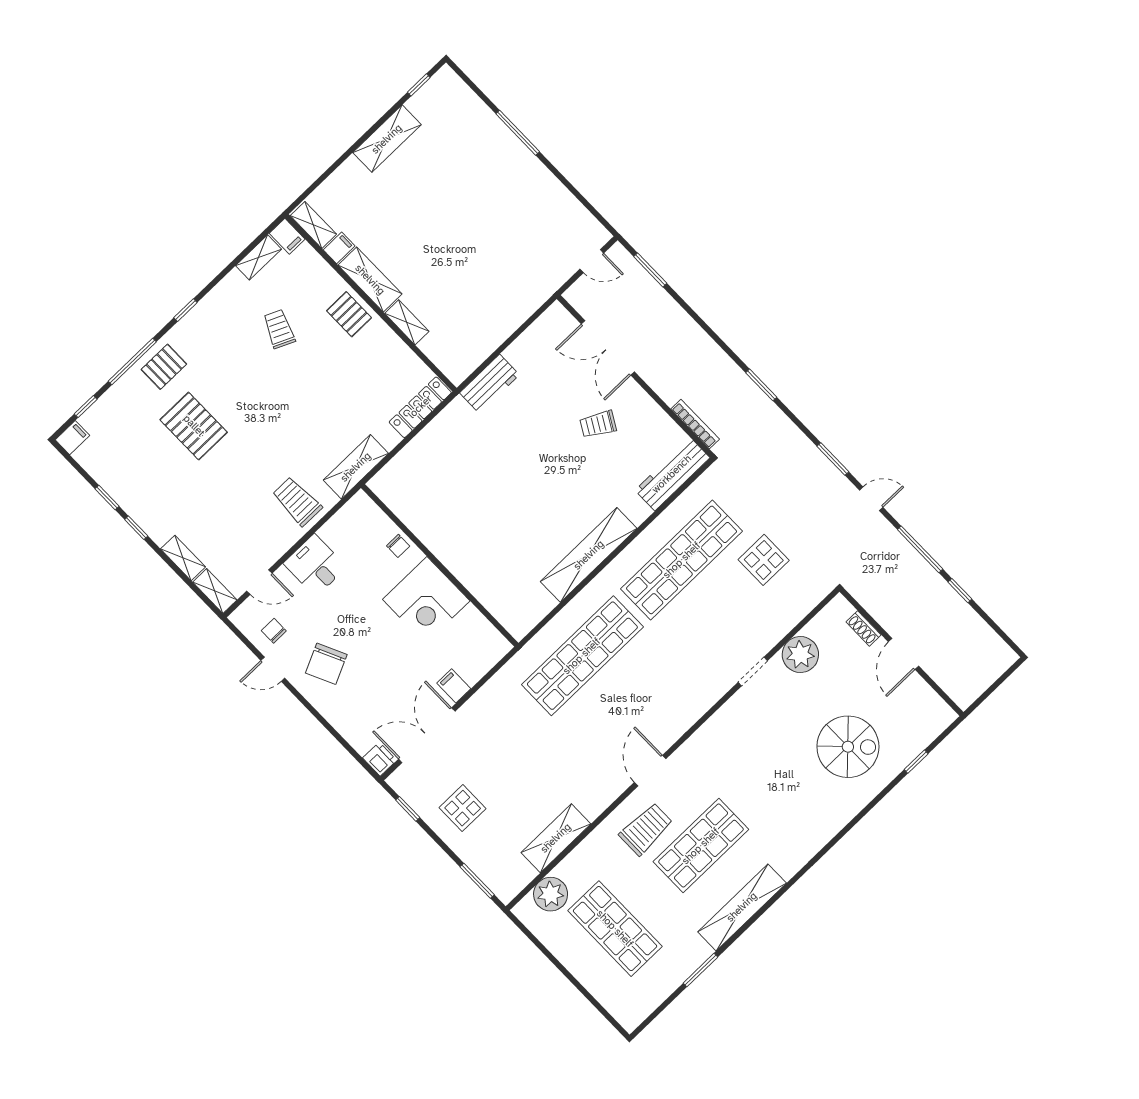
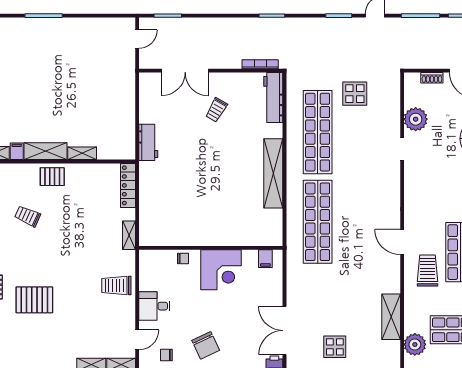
shelving: (356, 467) -> (129, 235), width x0.67, depth x0.75
filing cabinet: (454, 686) -> (265, 259), moved, turned -90

